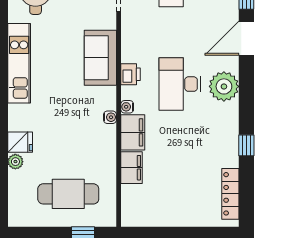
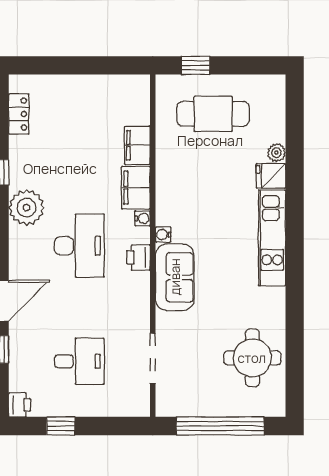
kitchen unit: (19, 63) -> (272, 238), moved
plant: (224, 86) -> (26, 208), moved
water cooler: (110, 117) -> (163, 235), moved
locker: (230, 194) -> (19, 114), width x0.66

